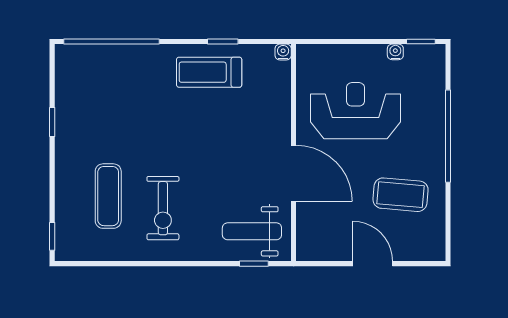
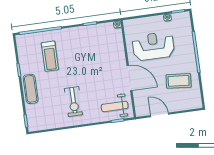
treadmill: (209, 72) -> (50, 56), moved, turned -90
exercise mat: (108, 196) -> (31, 89), moved
door: (373, 264) -> (160, 115), moved

